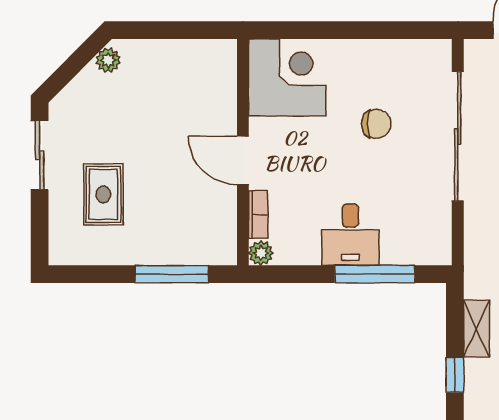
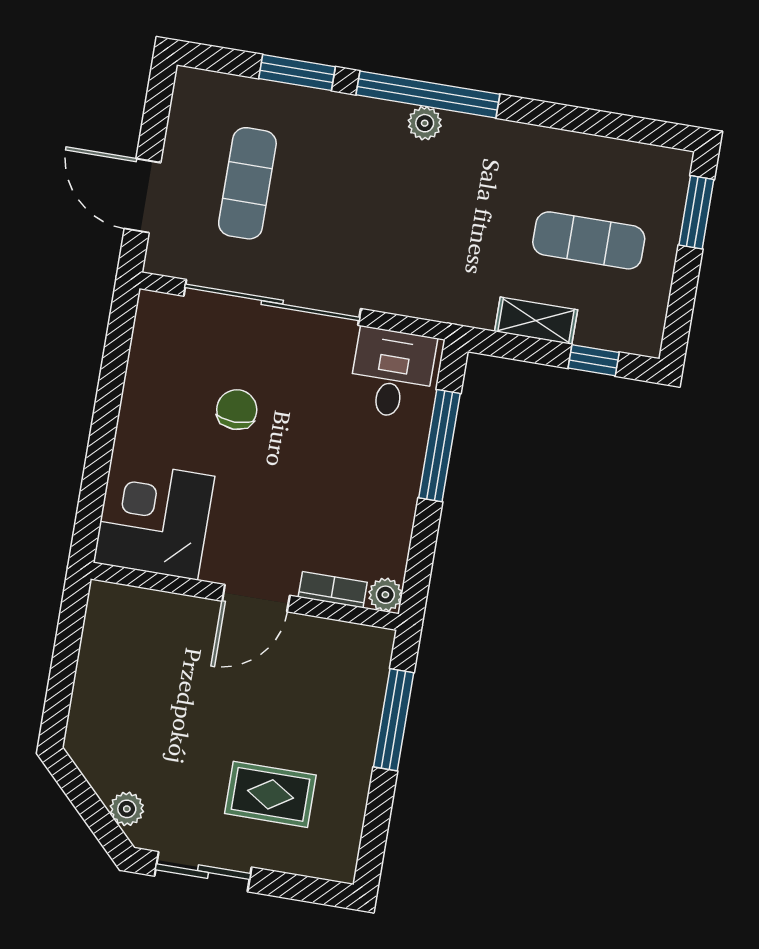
plant: (108, 60) -> (127, 809), moved
desk: (350, 235) -> (392, 373), moved, turned -90

